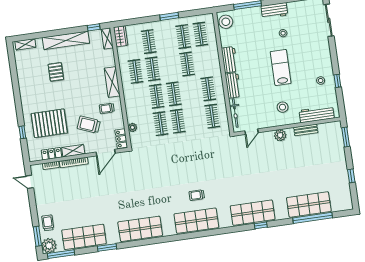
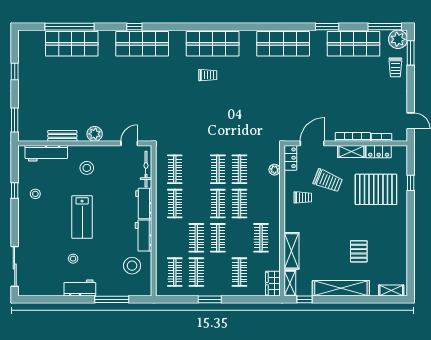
stool: (226, 22) -> (132, 266), moved
clothes rail: (153, 69) -> (218, 238), moved
shelving: (112, 82) -> (291, 251), moved

